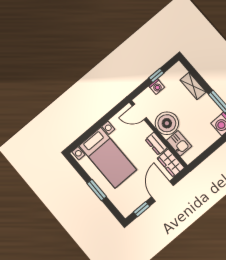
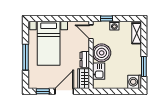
window: (156, 75) -> (107, 19), moved
shelving: (193, 86) -> (137, 33), moved
window: (97, 190) -> (26, 57), width x1.44

